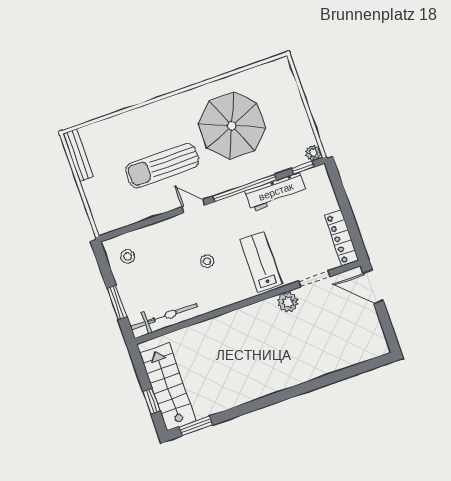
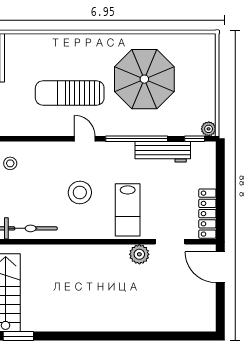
stool: (207, 261) -> (80, 192), width x1.89, depth x1.89
lab bench: (261, 262) -> (128, 210), turned 180

